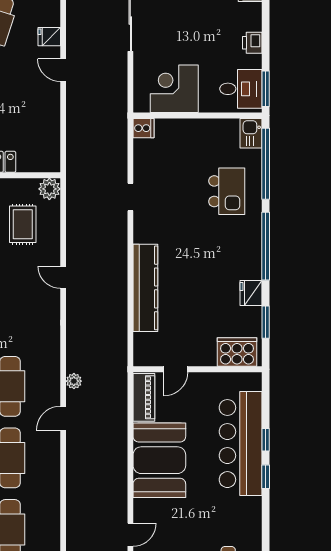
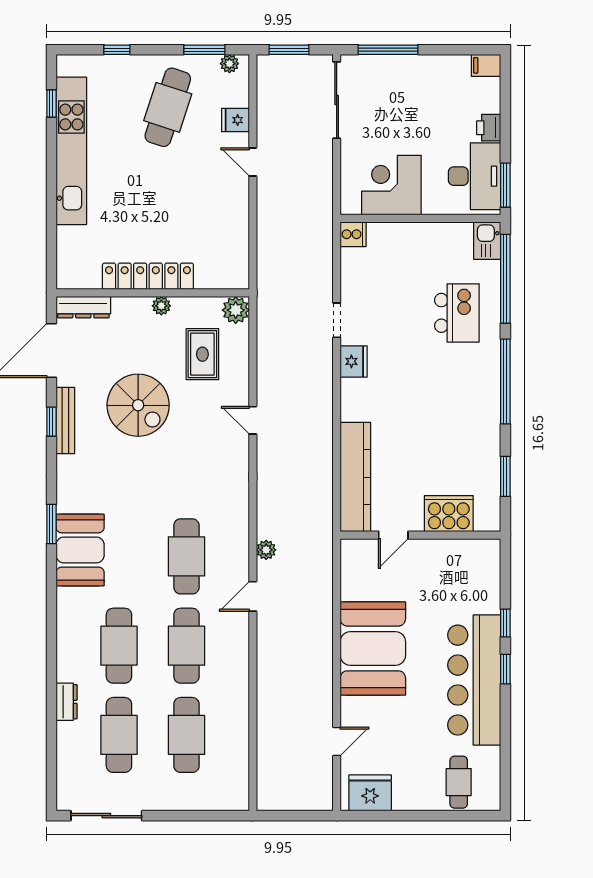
desk: (241, 89) -> (475, 176), width x1.37
kitchen counter: (145, 288) -> (355, 477), moved
fridge: (251, 293) -> (354, 361), moved, turned 180
cooker: (237, 352) -> (449, 514), moved
piano: (144, 397) -> (354, 570), removed
bar counter: (241, 444) -> (474, 680), moved

